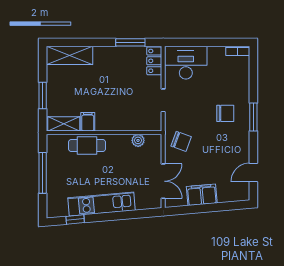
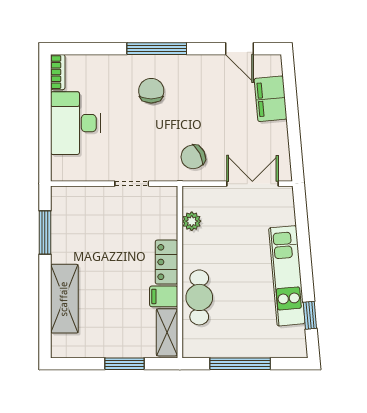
shelving: (70, 55) -> (64, 299), moved
locker: (154, 61) -> (166, 262), moved, turned 90
desk: (186, 63) -> (75, 123), moved
window: (253, 117) -> (157, 49), width x1.44
chair: (181, 141) -> (193, 157), turned -137
filing cabinet: (202, 195) -> (271, 99), moved

